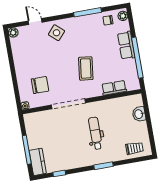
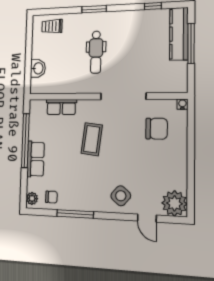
plant: (13, 32) -> (174, 203), width x1.88, depth x1.88
chair: (40, 85) -> (157, 129), turned 180
kitchen counter: (38, 162) -> (179, 34), width x1.50

